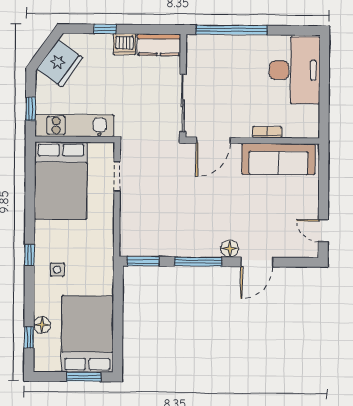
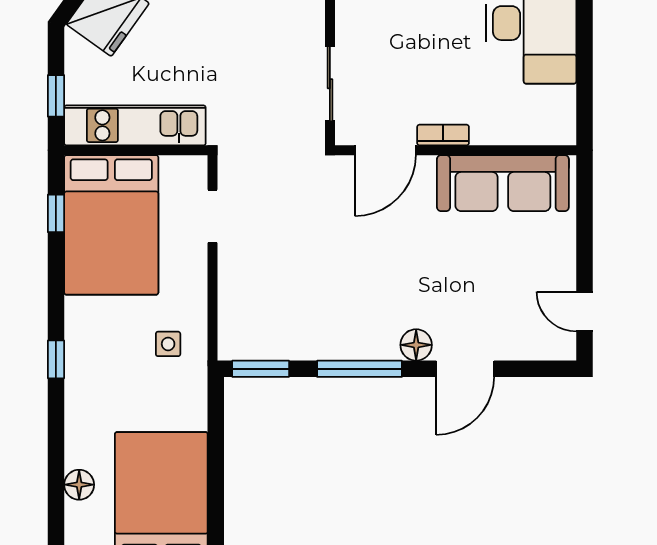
sliding door: (183, 103) -> (330, 84), width x0.73
bookcase: (267, 132) -> (443, 135), moved
side table: (57, 270) -> (168, 344), moved
window: (29, 337) -> (56, 213), moved

